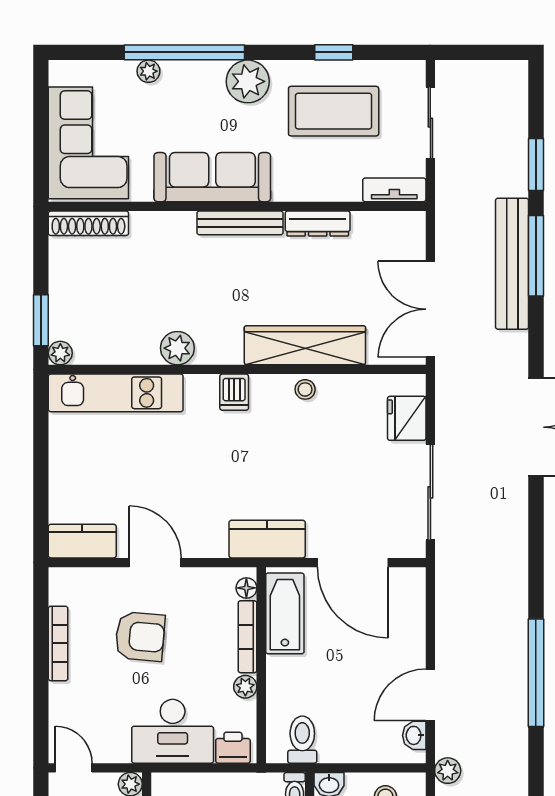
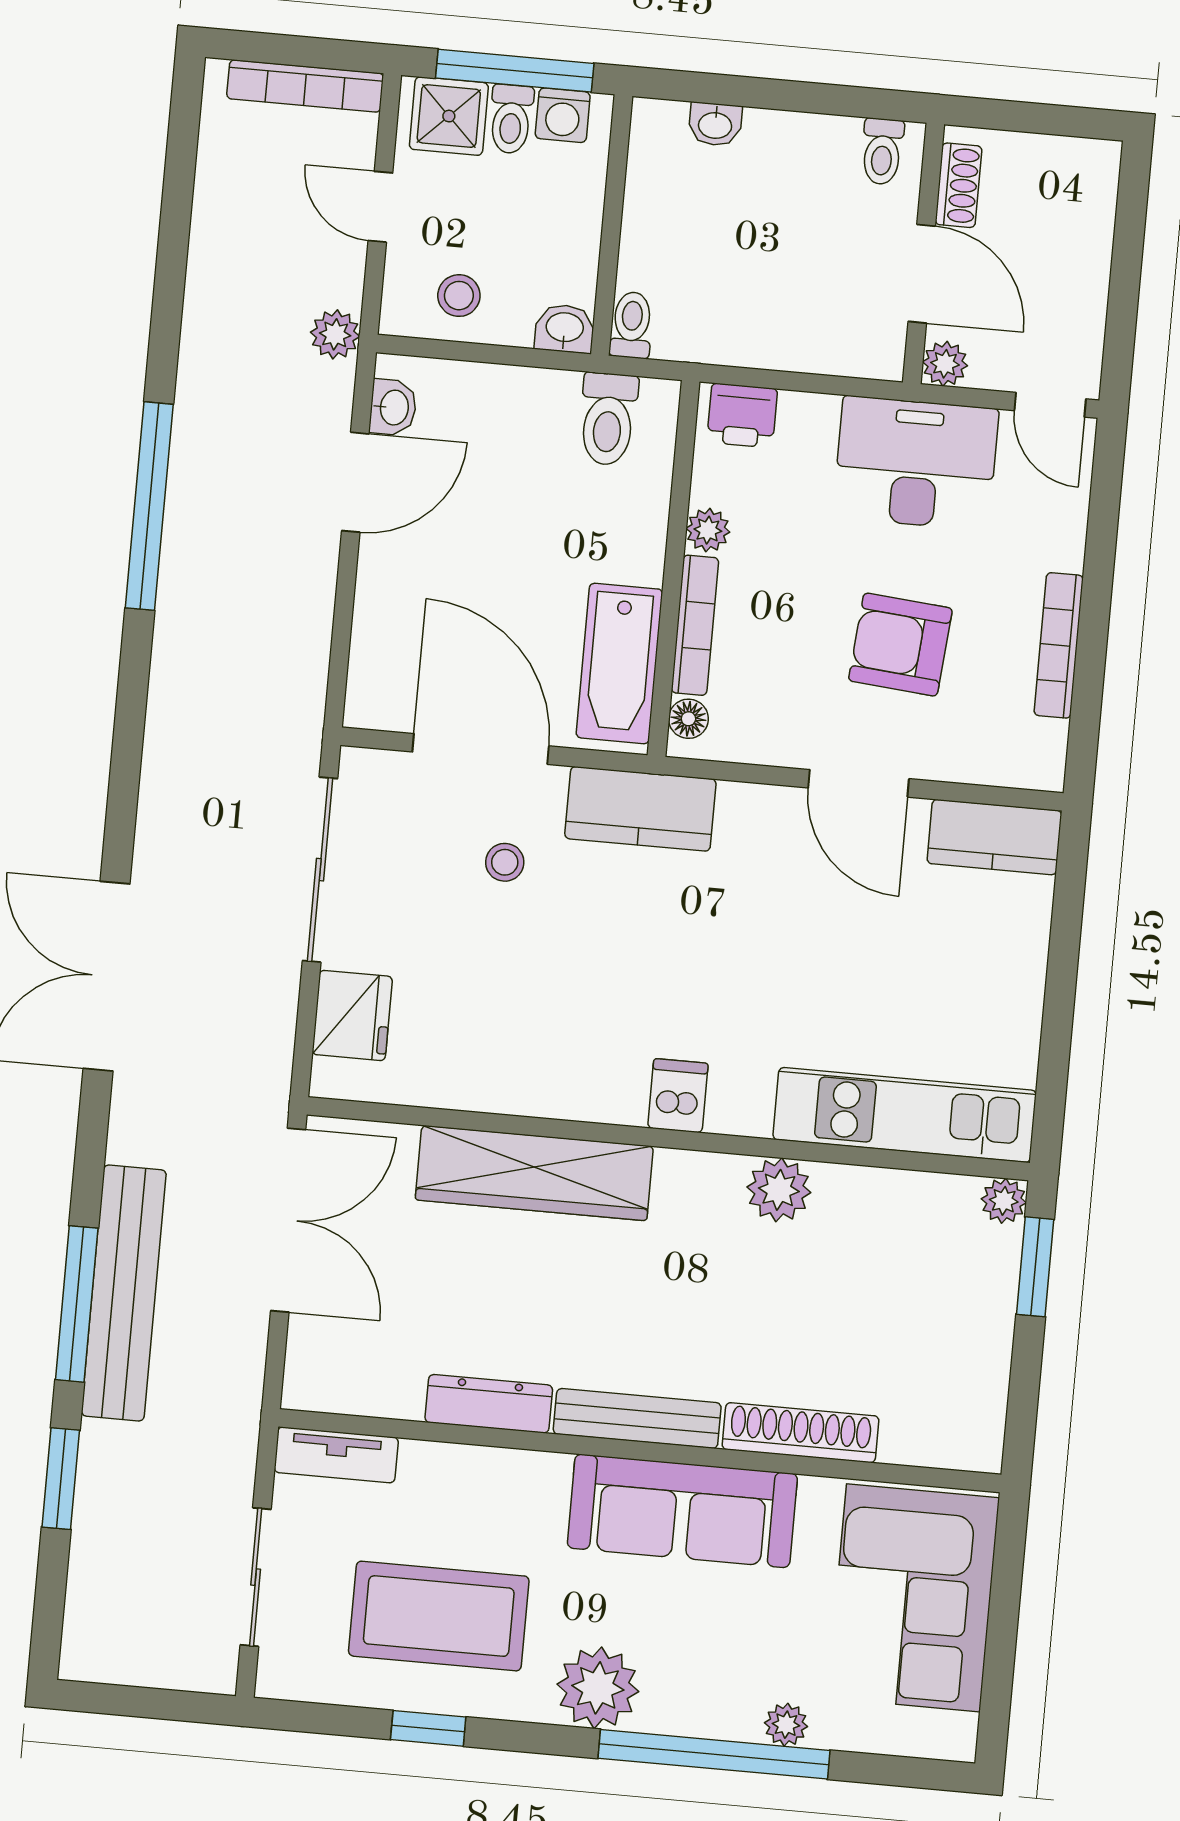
shoe rack: (88, 223) -> (801, 1433), moved
stool: (305, 389) -> (505, 862), moved
desk: (173, 731) -> (916, 463), moved

